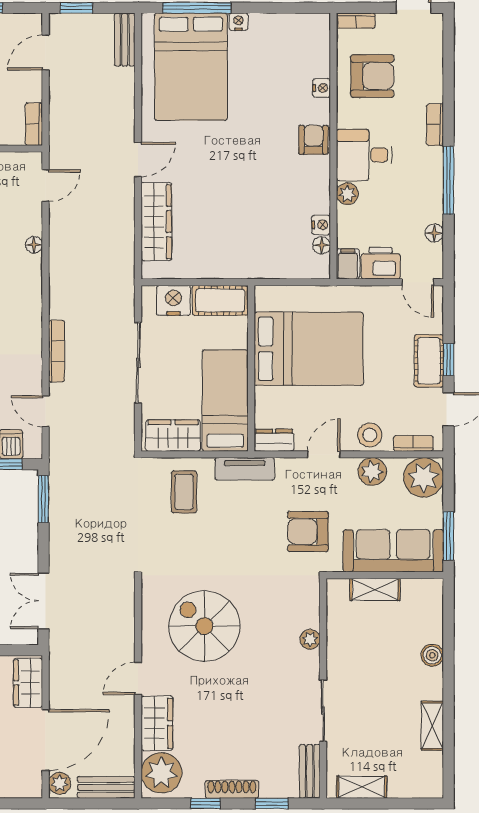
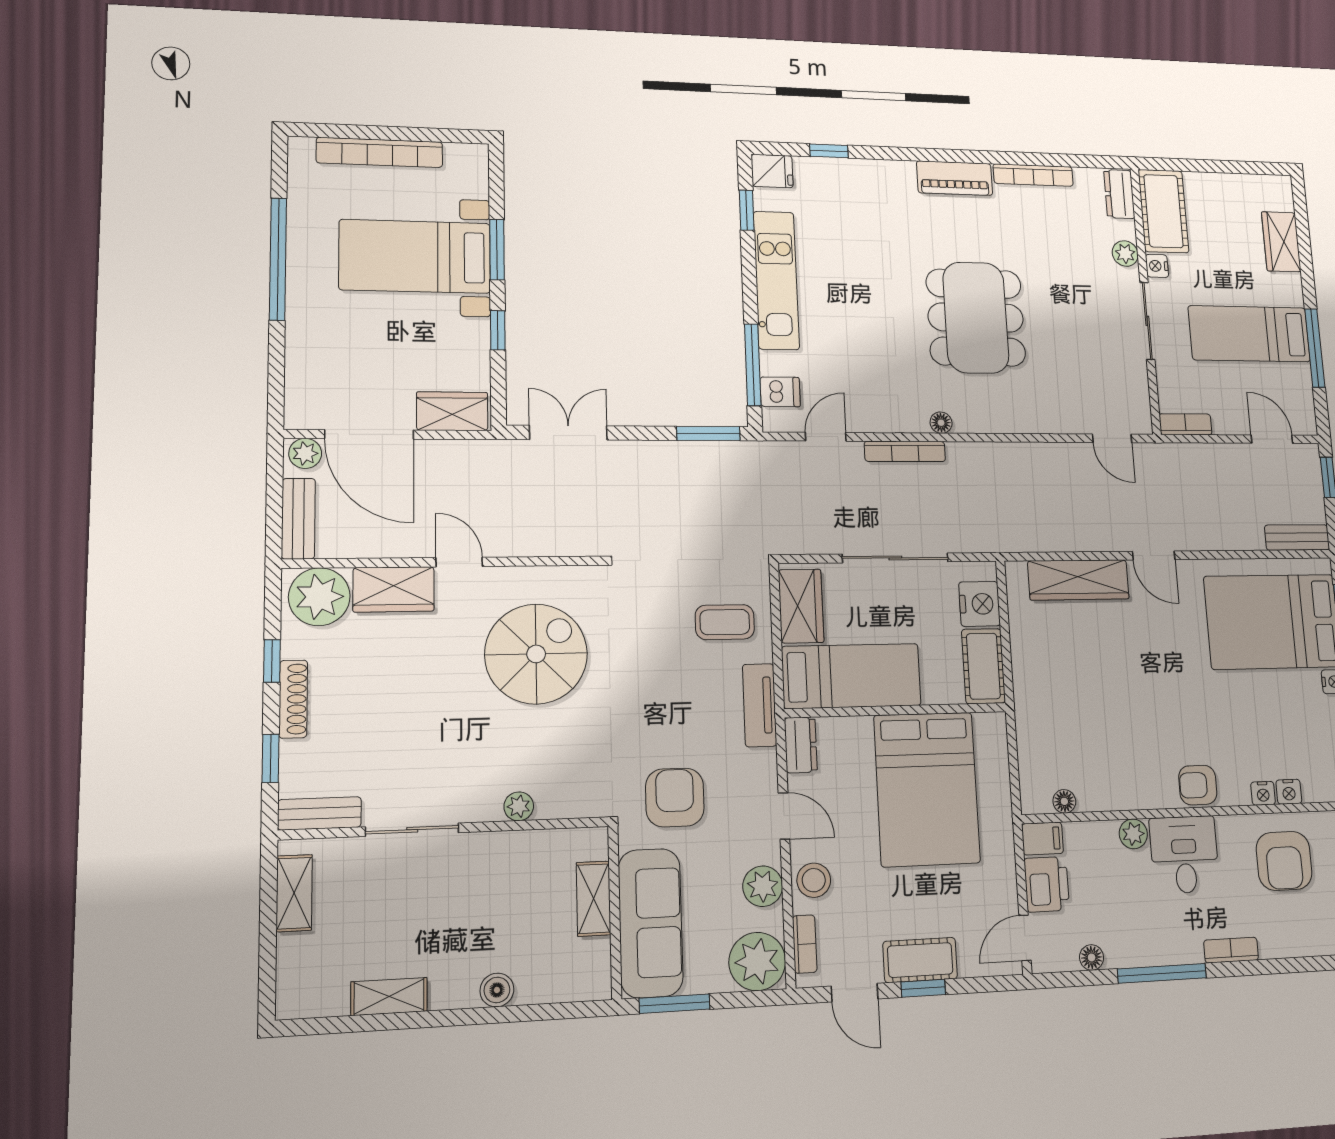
armchair: (313, 140) -> (1198, 785), turned 180
nightstand: (321, 225) -> (1289, 792), moved
floor lamp: (34, 245) -> (941, 423), moved

